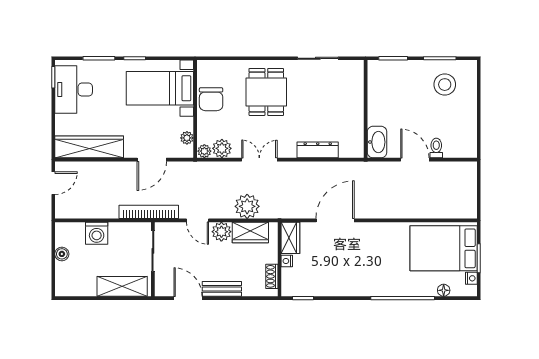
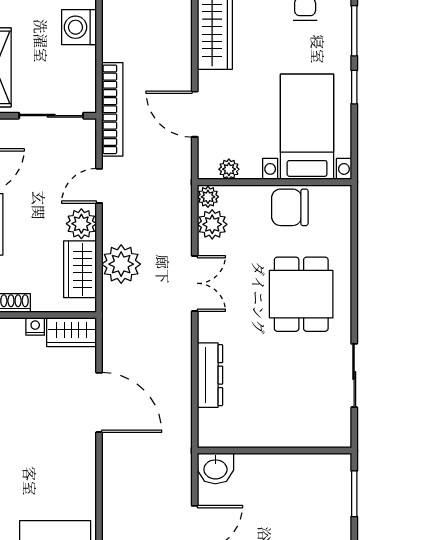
dining table: (266, 92) -> (301, 294), turned 90
washbasin: (377, 142) -> (215, 468), width x0.72

